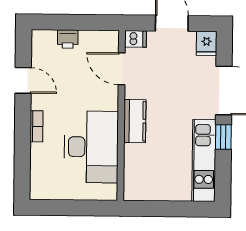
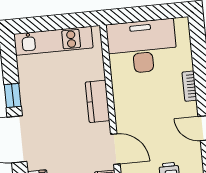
desk: (91, 147) -> (142, 47), moved, turned 90
kitchen unit: (204, 161) -> (53, 41), moved, turned 90

